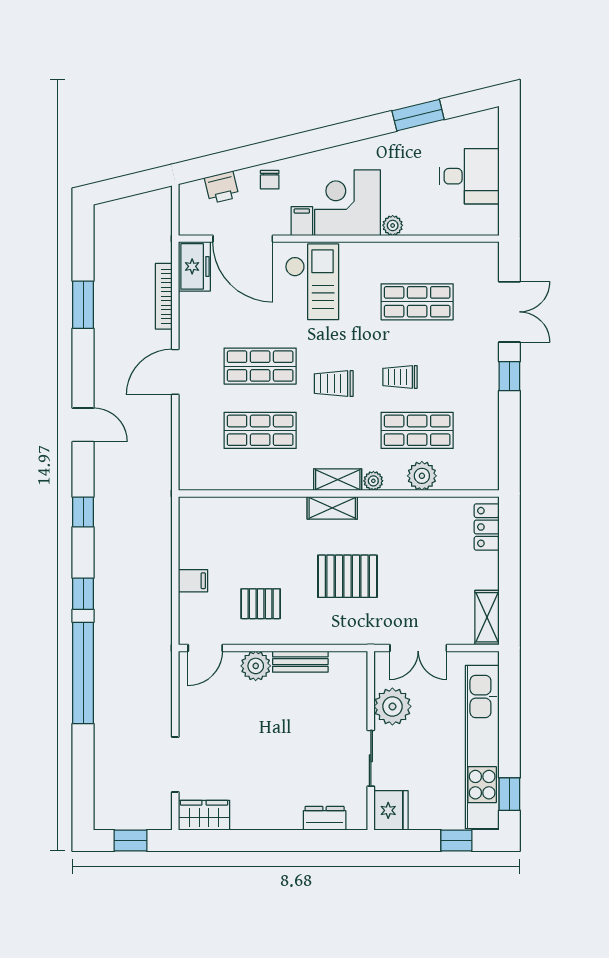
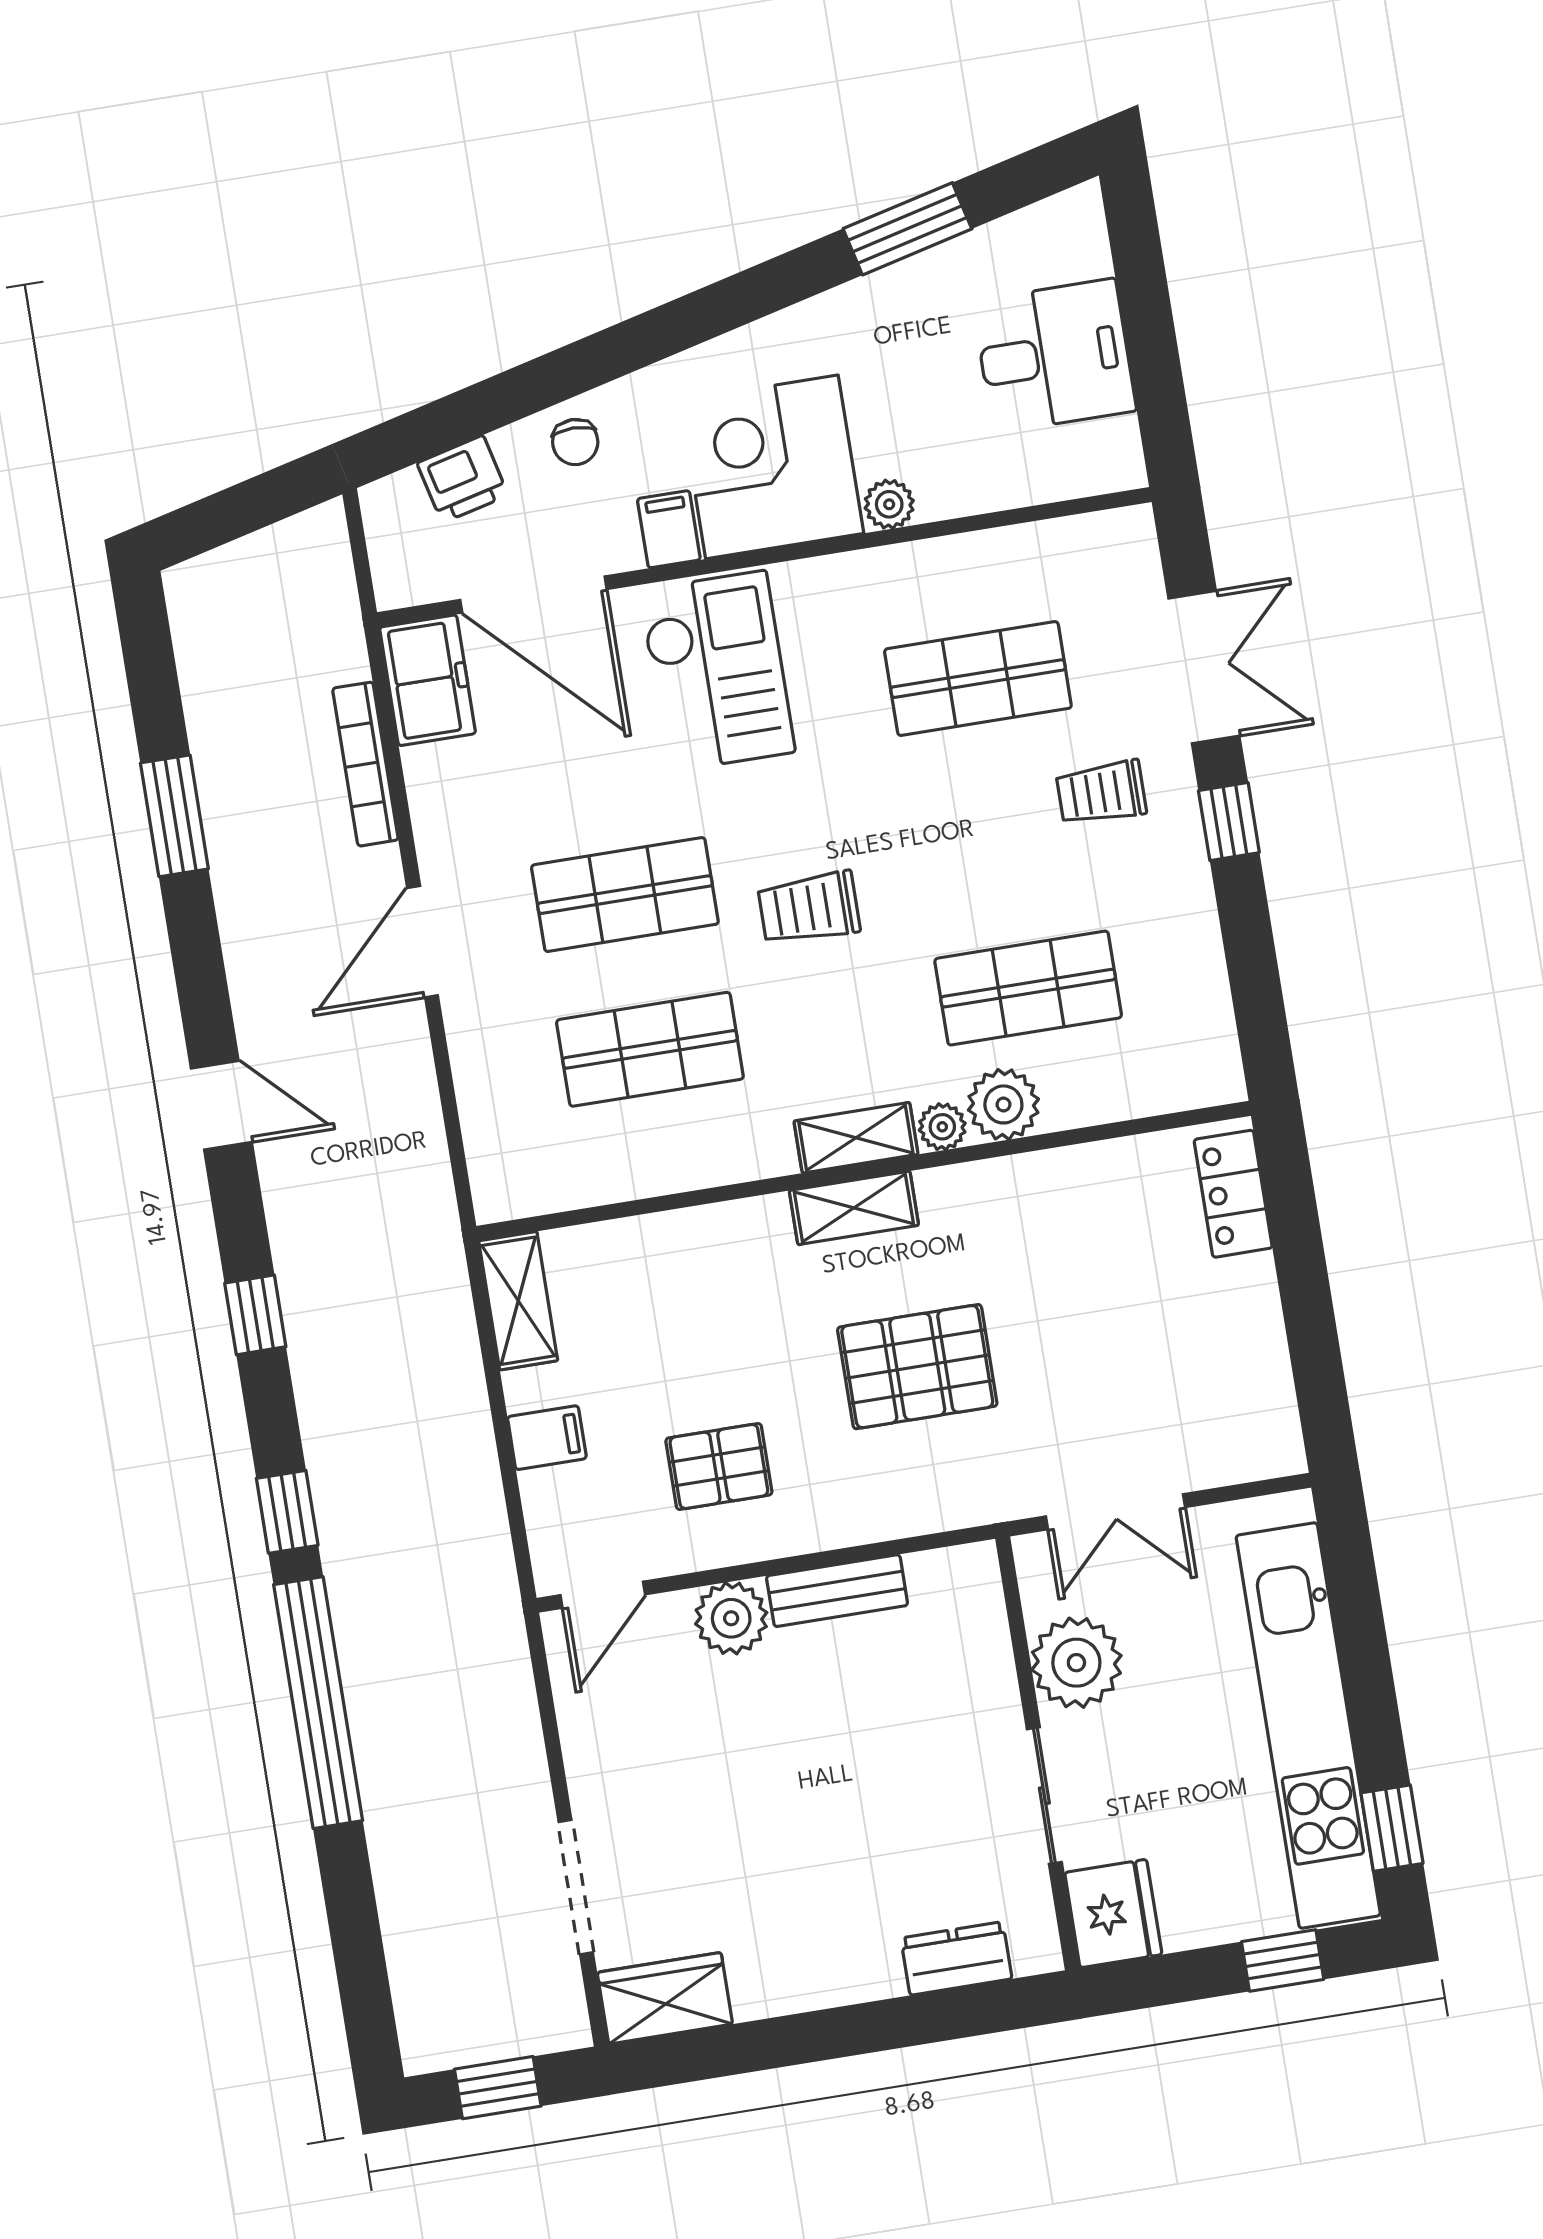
trolley: (400, 377) -> (1101, 793), moved
plant: (422, 476) -> (1003, 1104), moved
shelving: (487, 617) -> (518, 1301), moved

